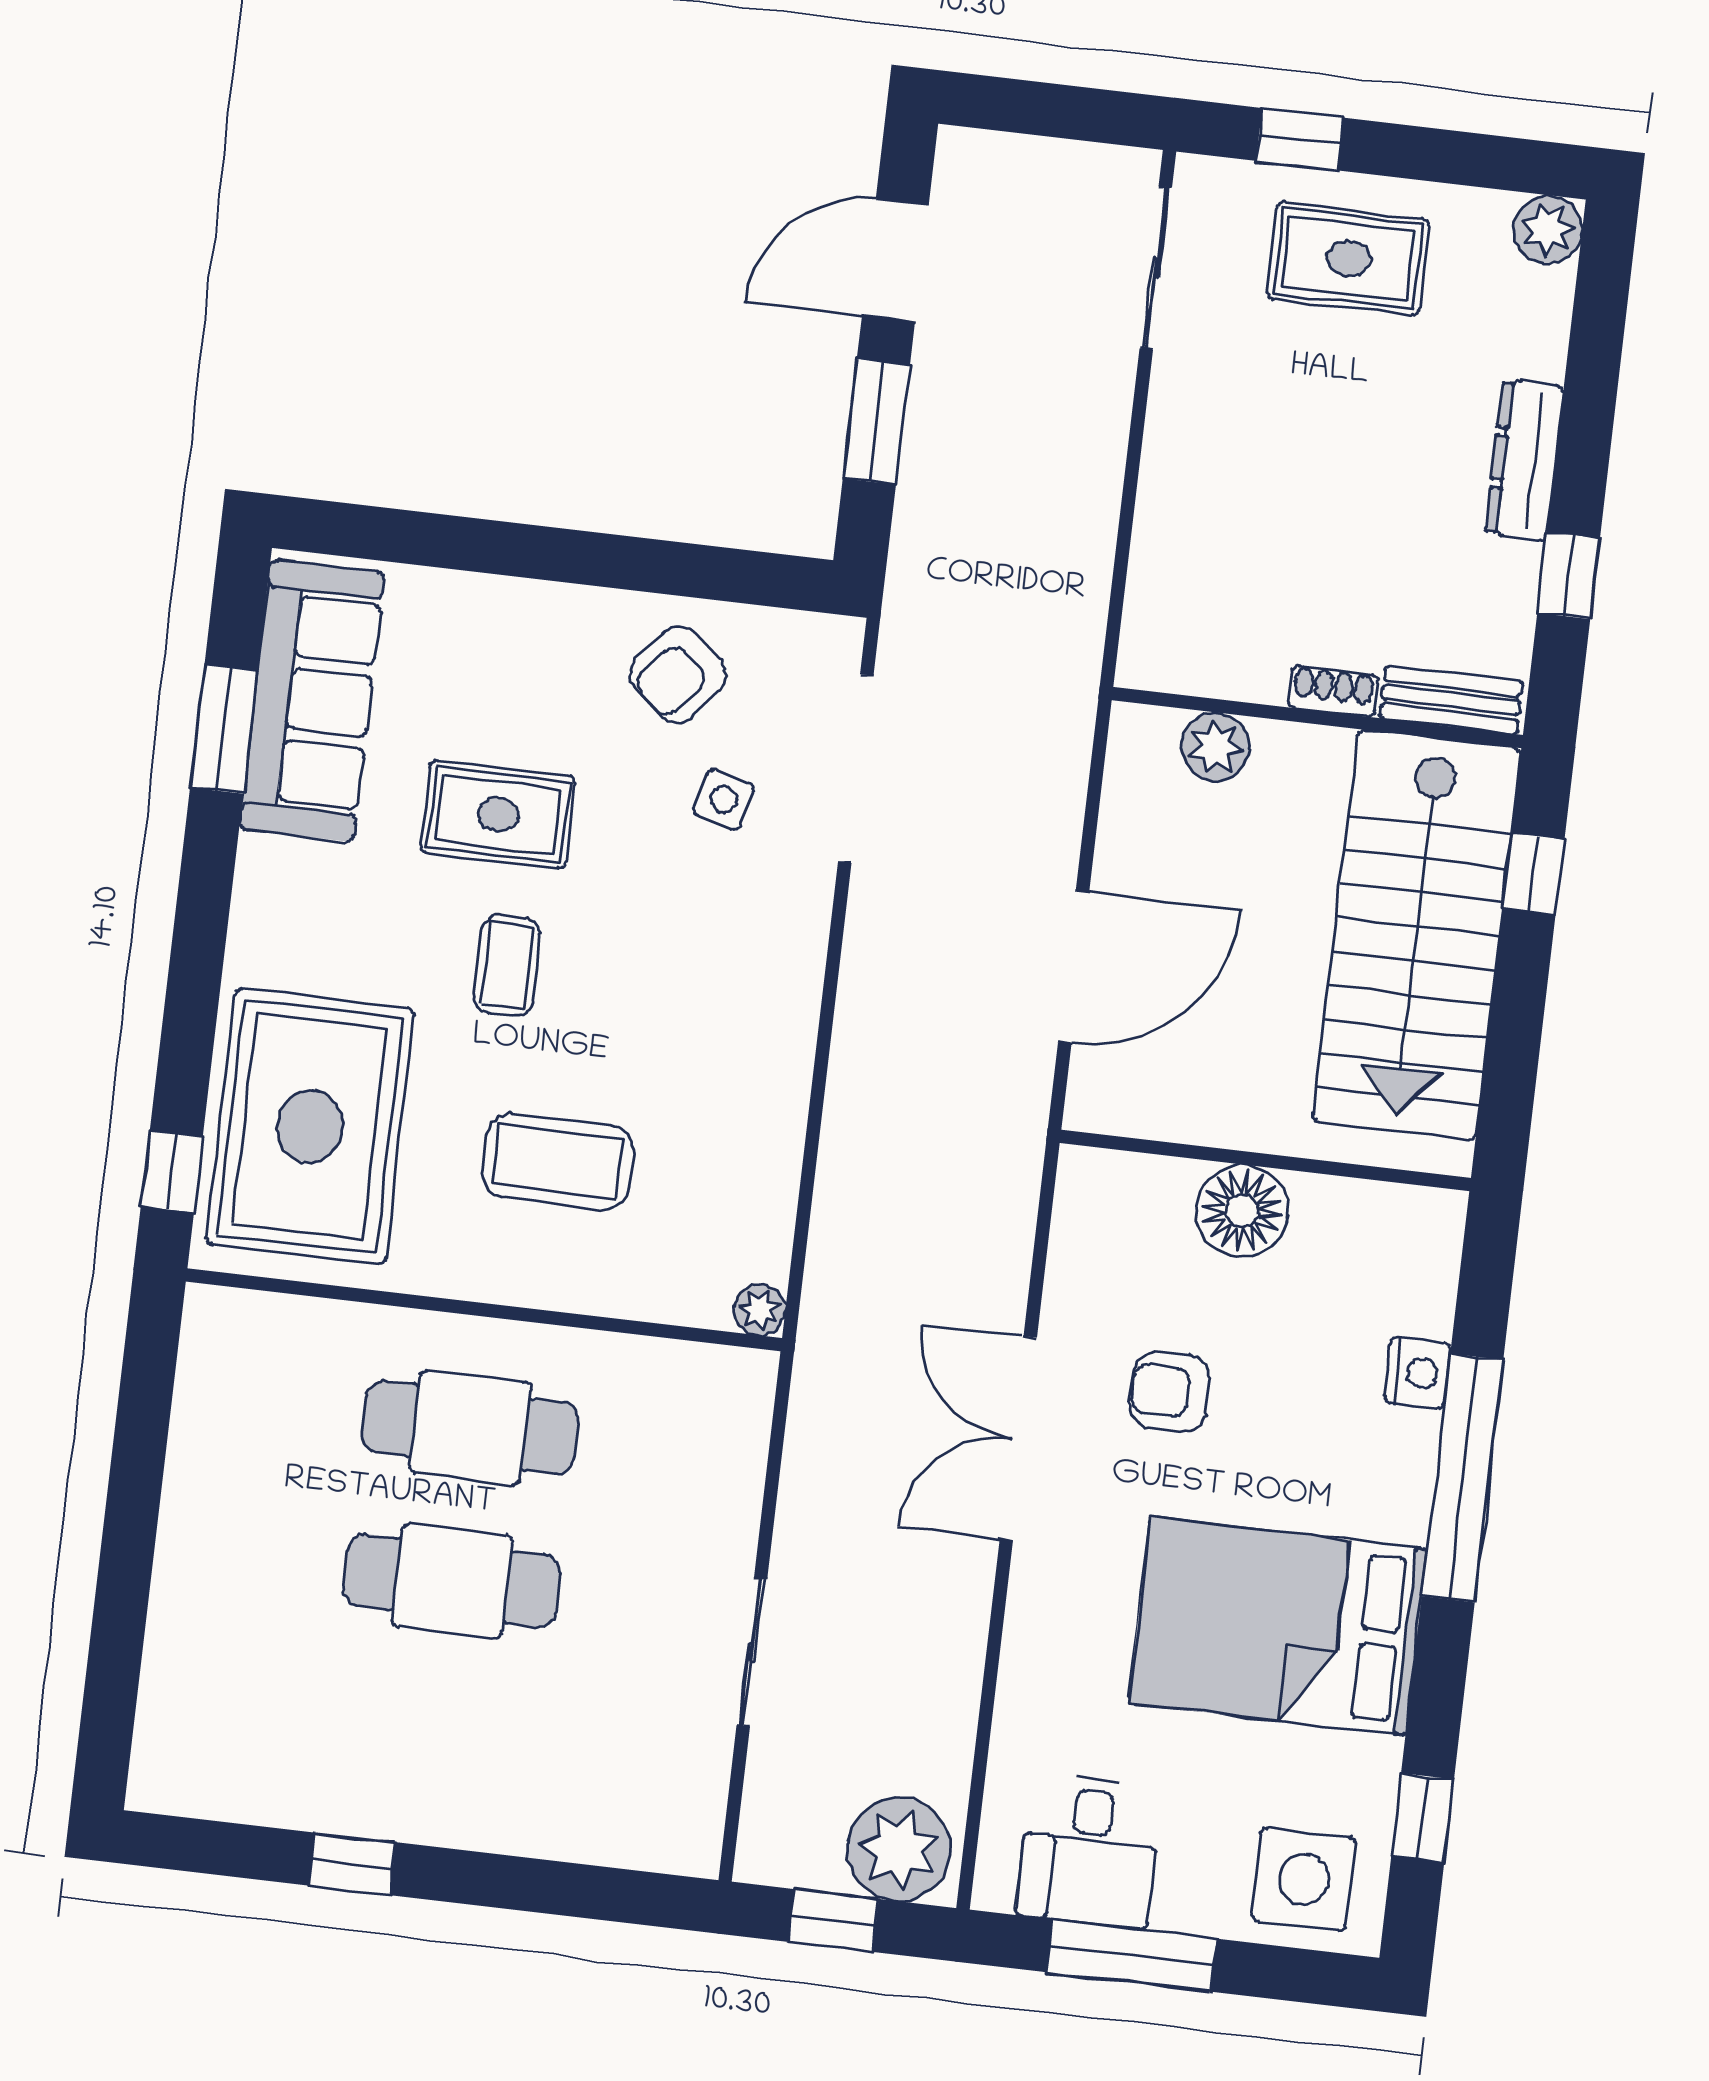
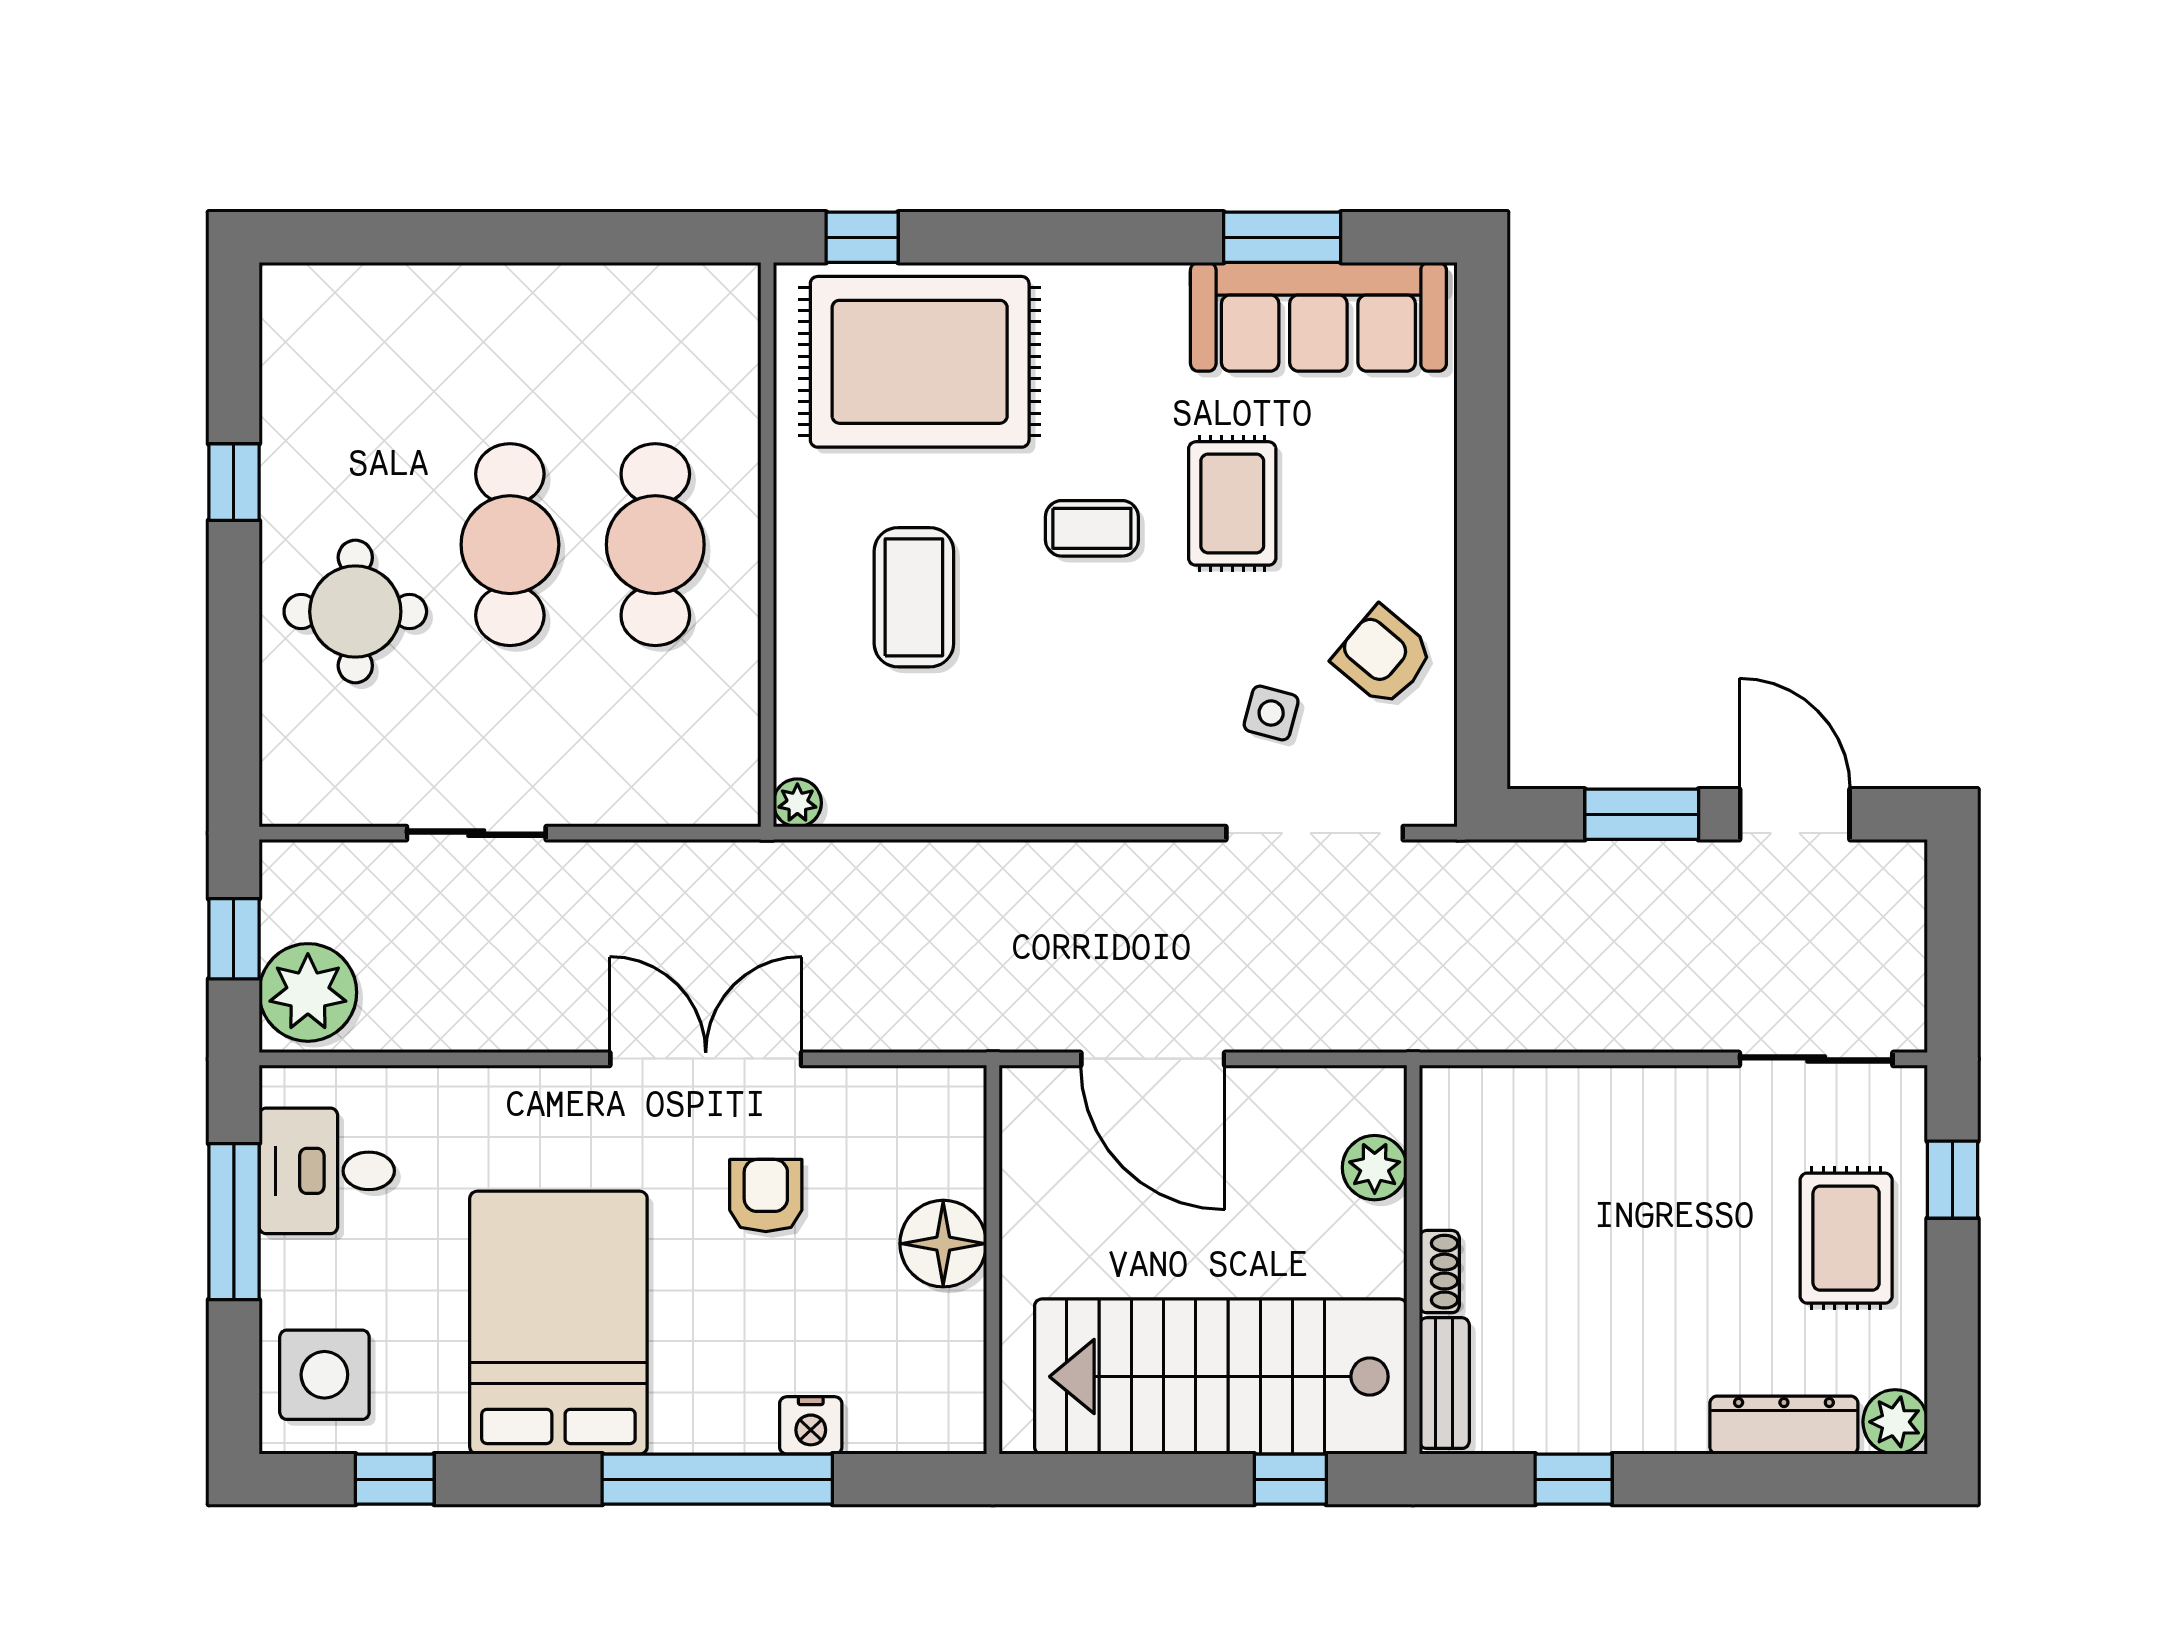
dresser: (1524, 460) -> (1784, 1425), moved
round table: (503, 1752) -> (355, 612), added

